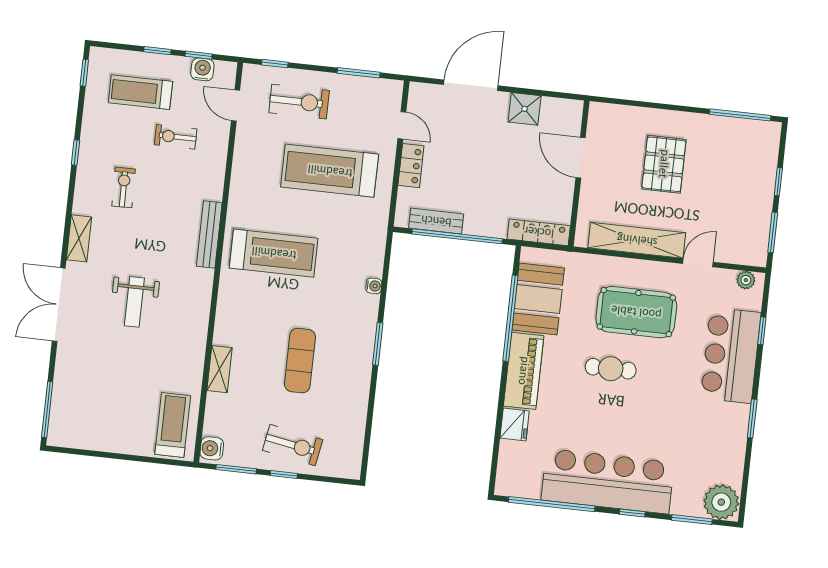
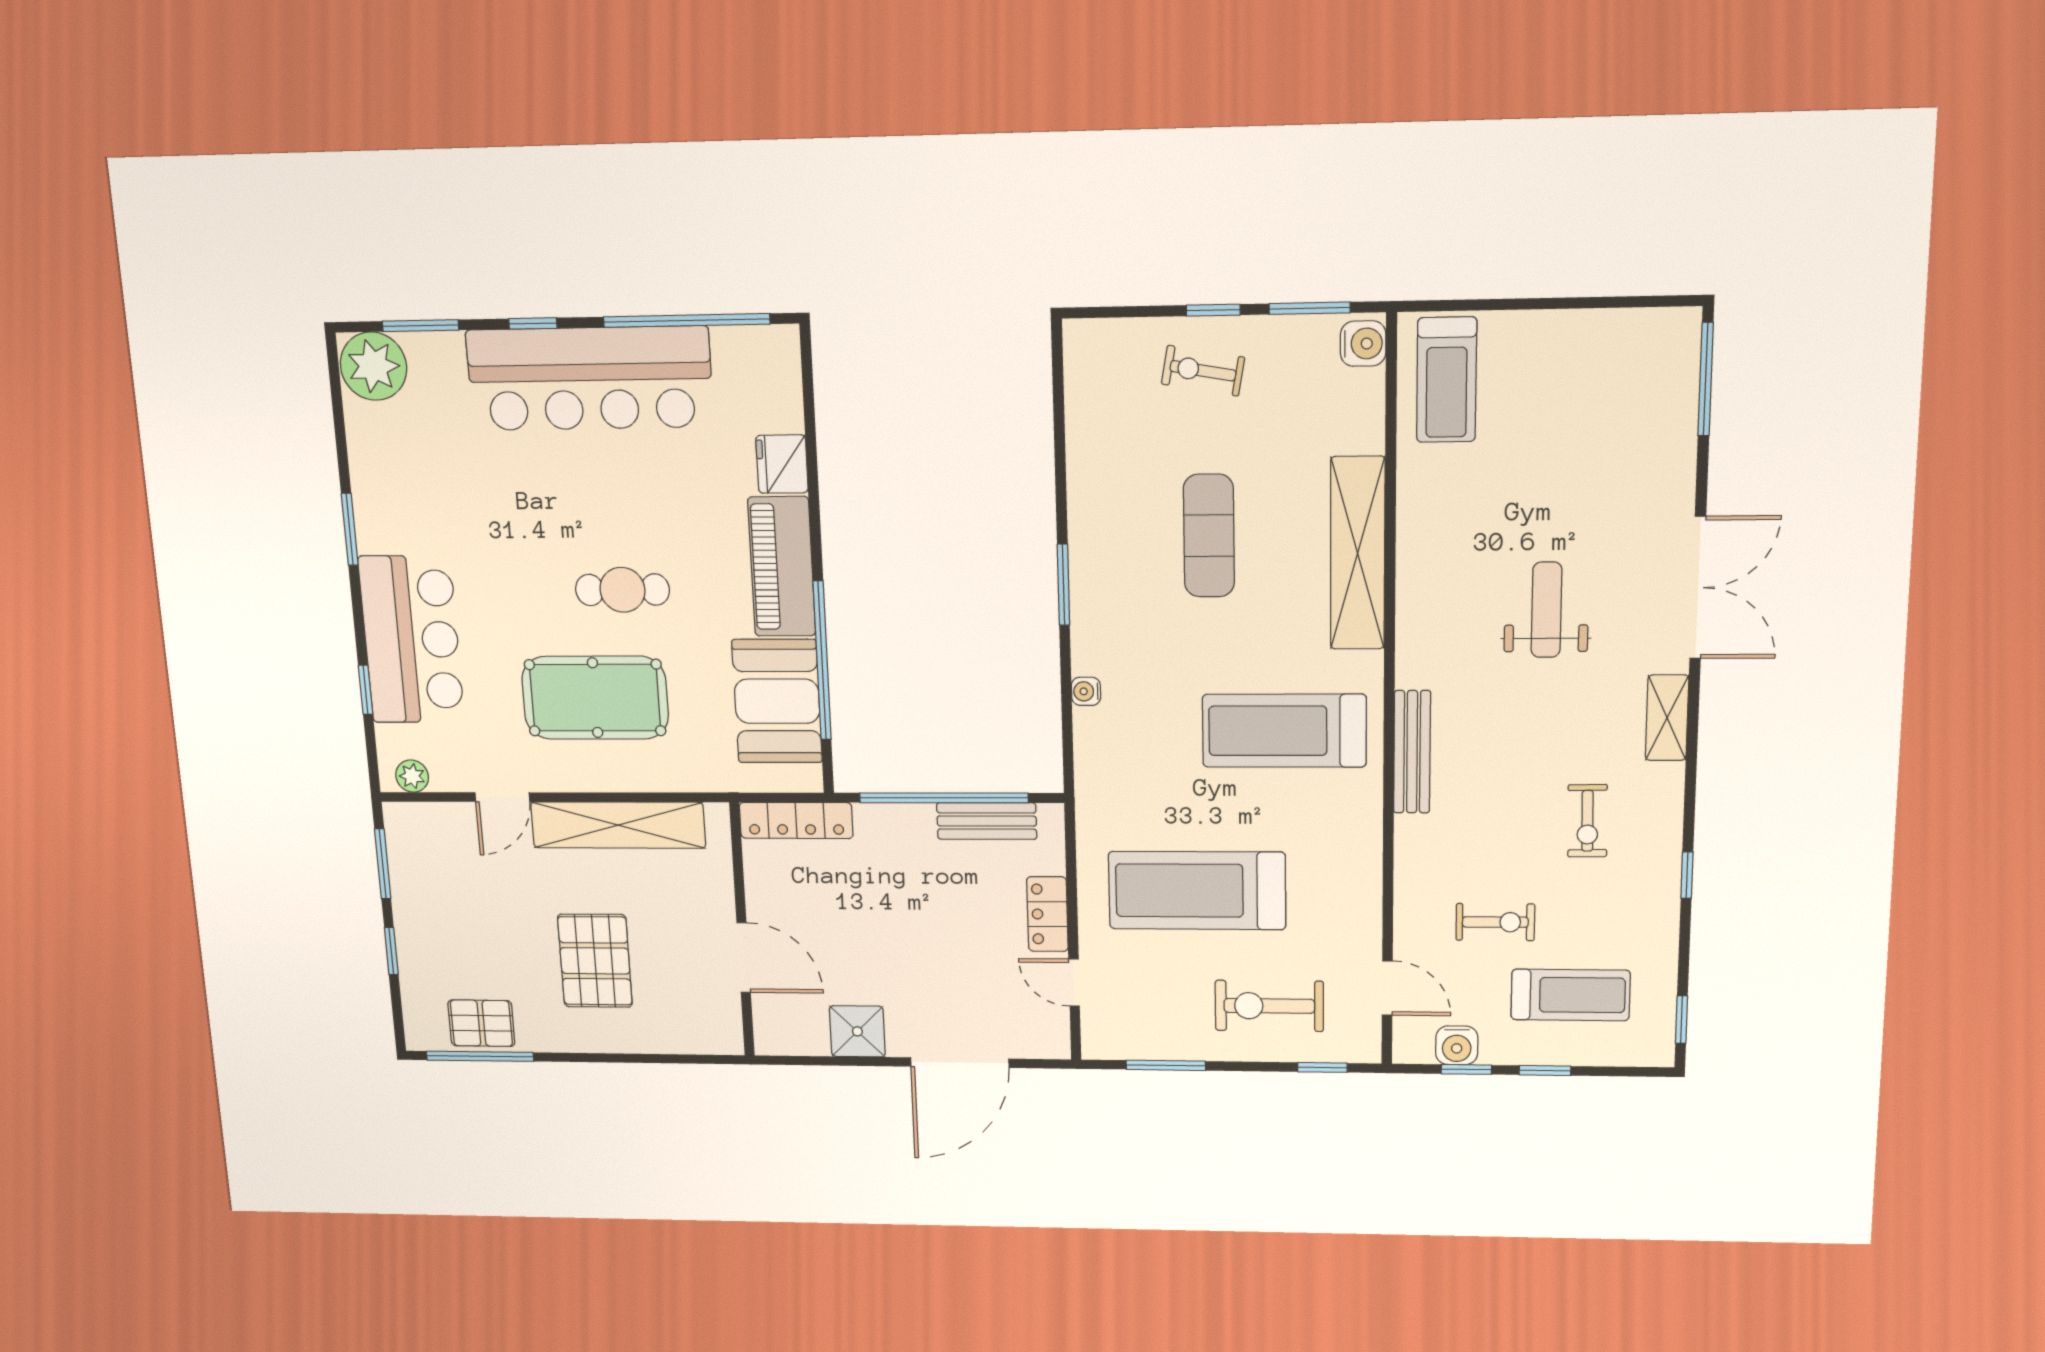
pallet: (735, 134) -> (481, 1023), added
treadmill: (330, 171) -> (1197, 891), turned 180
shelving: (219, 369) -> (1358, 553), width x2.20, depth x1.33
exercise bike: (293, 445) -> (1203, 371), width x0.73, depth x0.72

